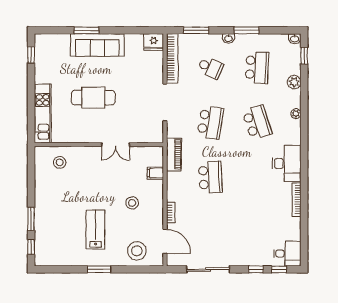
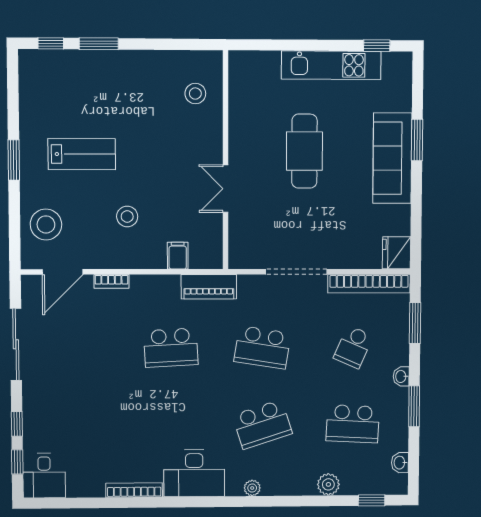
washbasin: (295, 39) -> (400, 463), moved
kitchen unit: (43, 114) -> (331, 65), moved
plant: (296, 114) -> (252, 488), moved

